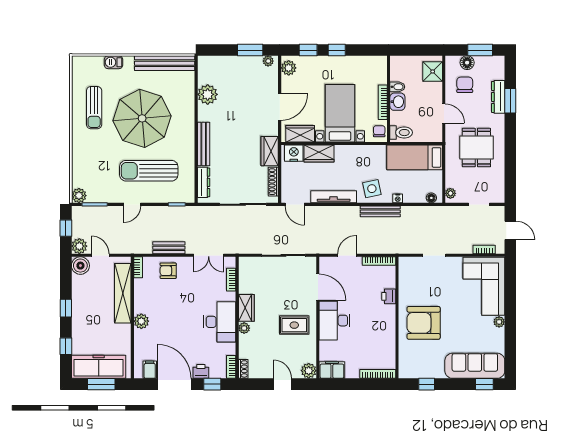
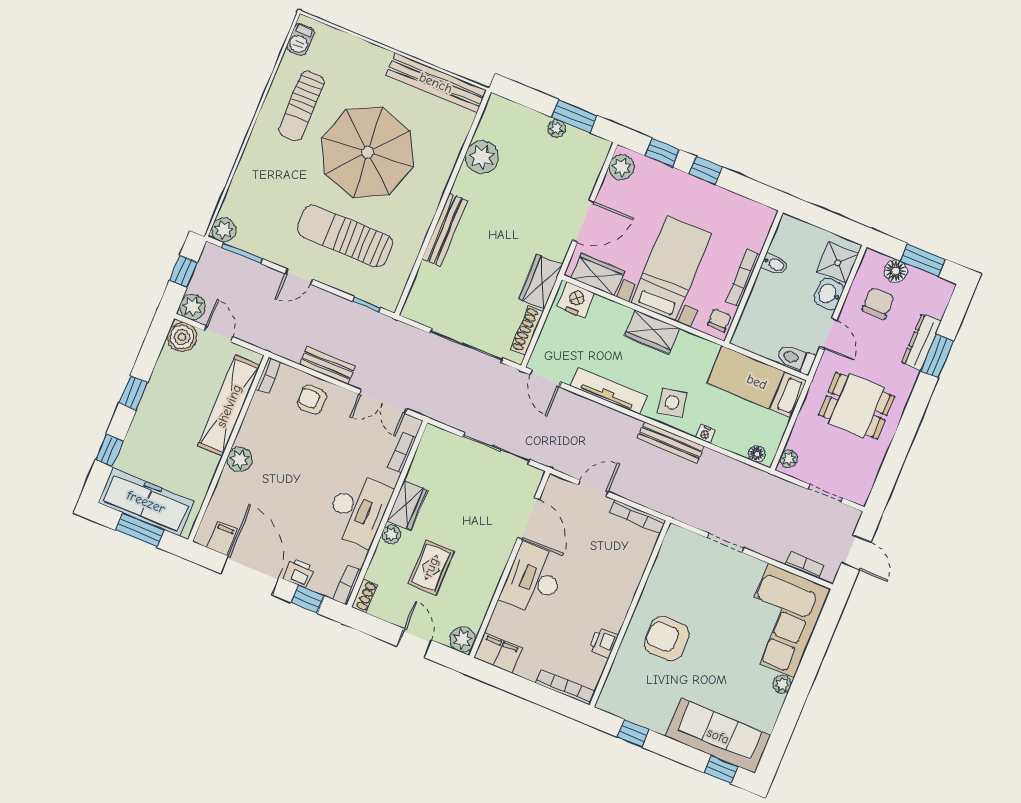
plant: (268, 61) -> (557, 128), moved
barbecue: (113, 62) -> (300, 39), moved, turned -90
washbasin: (397, 102) -> (829, 294), moved, turned 180
toilet: (401, 133) -> (796, 359), moved, turned 180
dining table: (476, 148) -> (857, 406), turned 90
wardrobe: (319, 154) -> (652, 332), moved
dresser: (204, 182) -> (421, 288), removed
printer: (389, 296) -> (603, 643), moved
armchair: (424, 323) -> (667, 639), width x0.73, depth x0.73
rug: (294, 325) -> (431, 567), moved, turned 90

